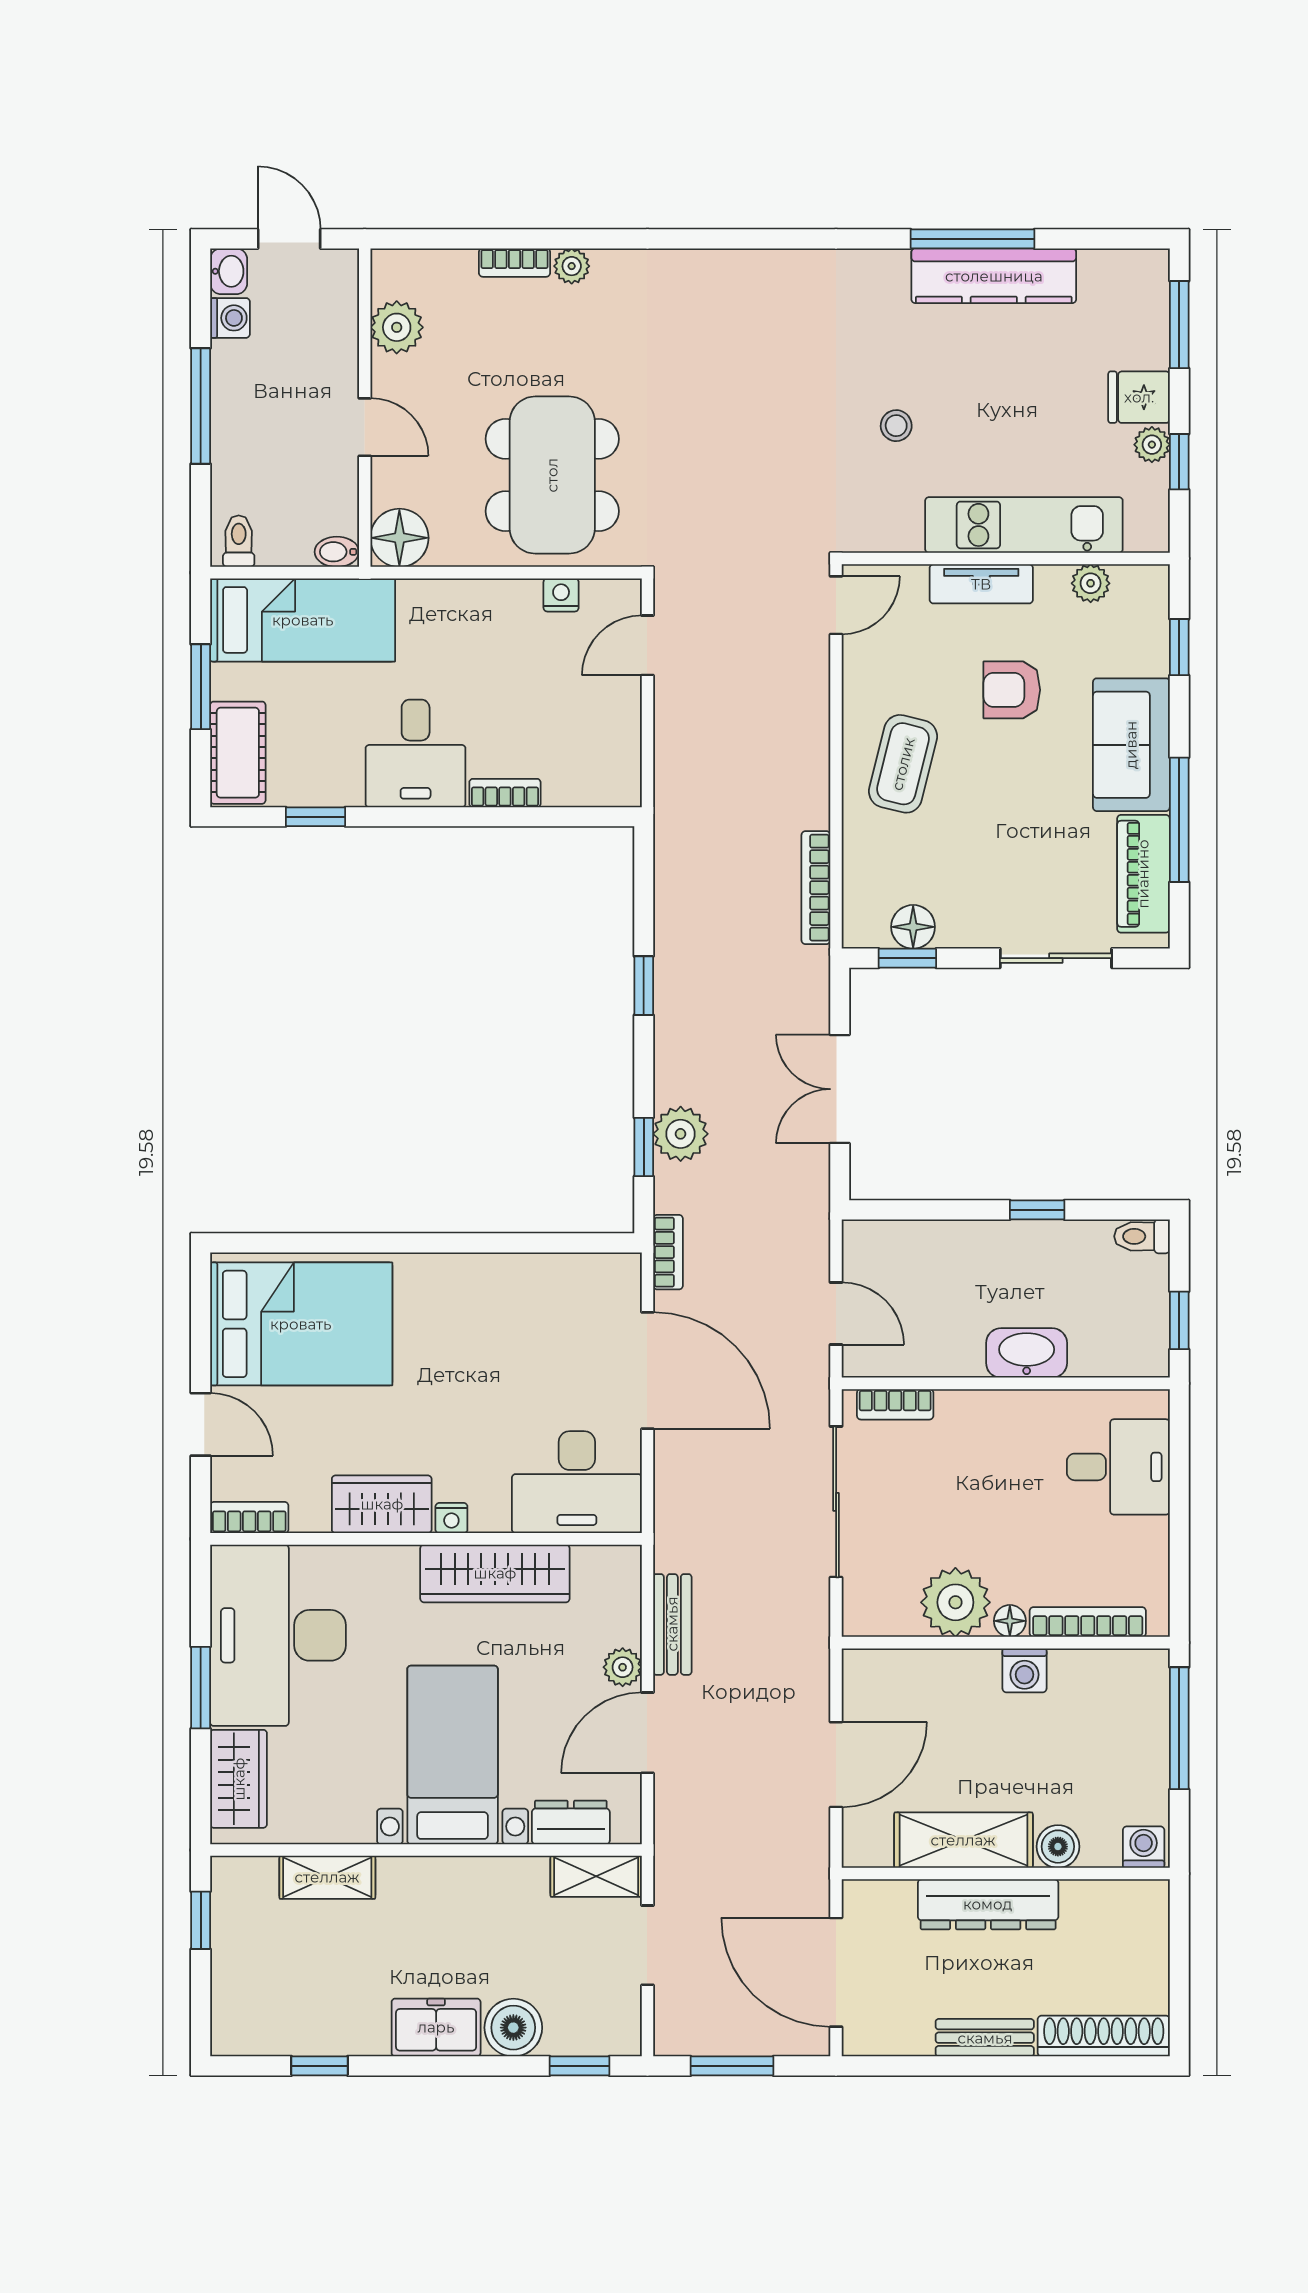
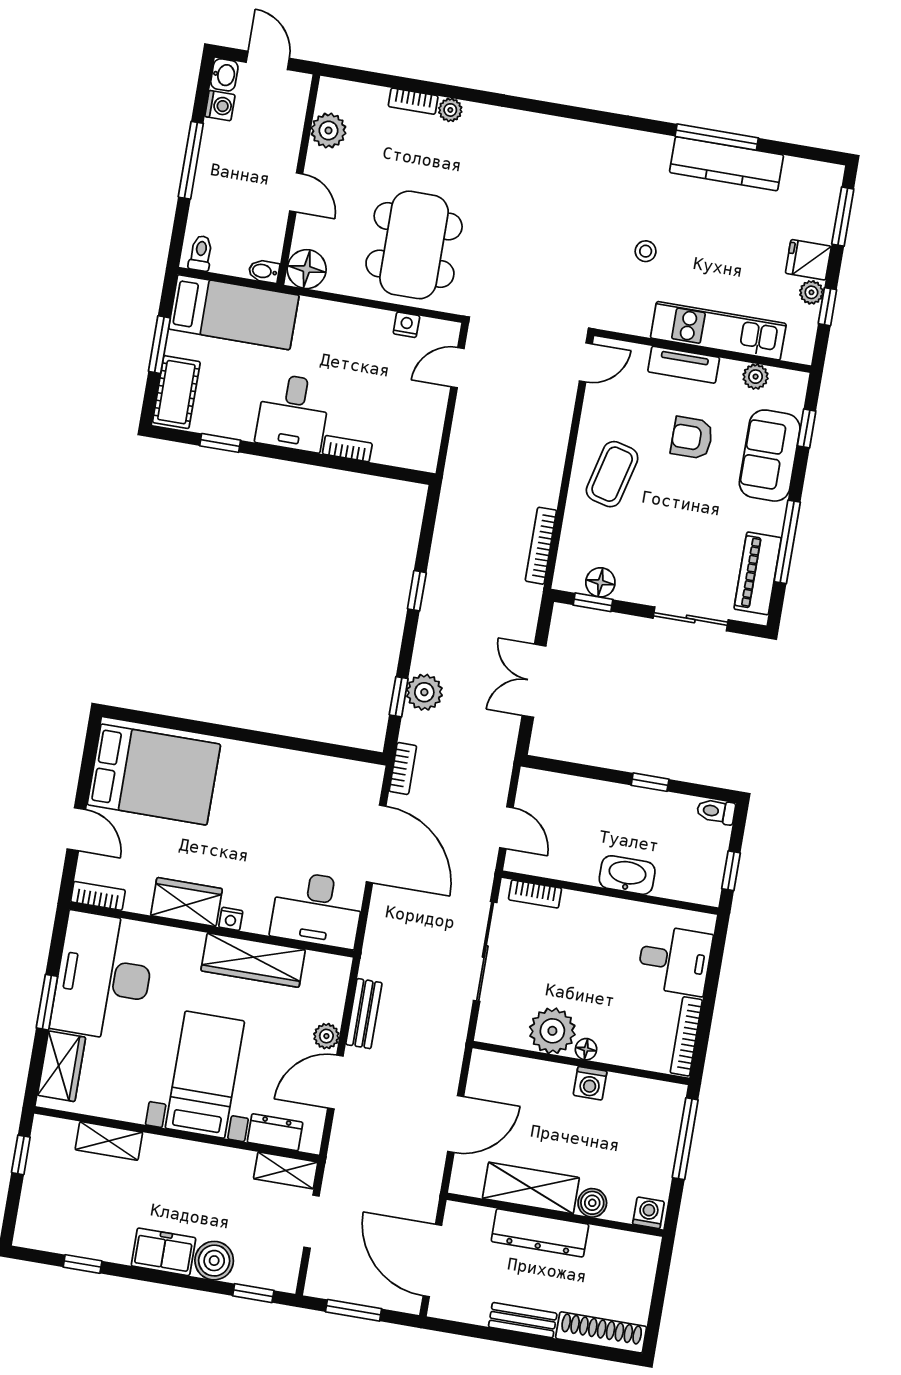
sofa: (1131, 745) -> (770, 456), moved
bookcase: (1088, 1622) -> (686, 1036), moved, turned -90

